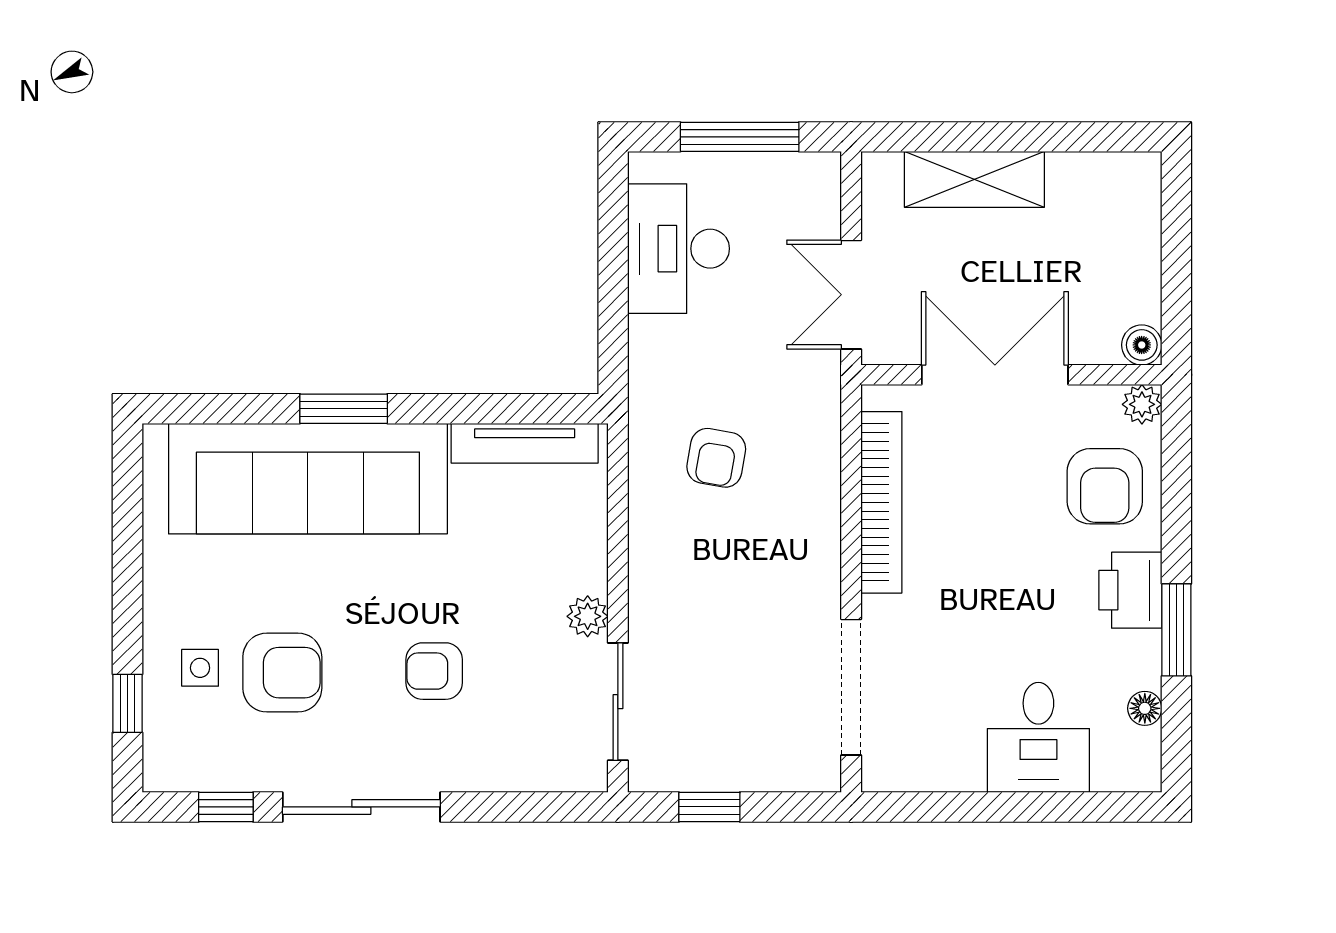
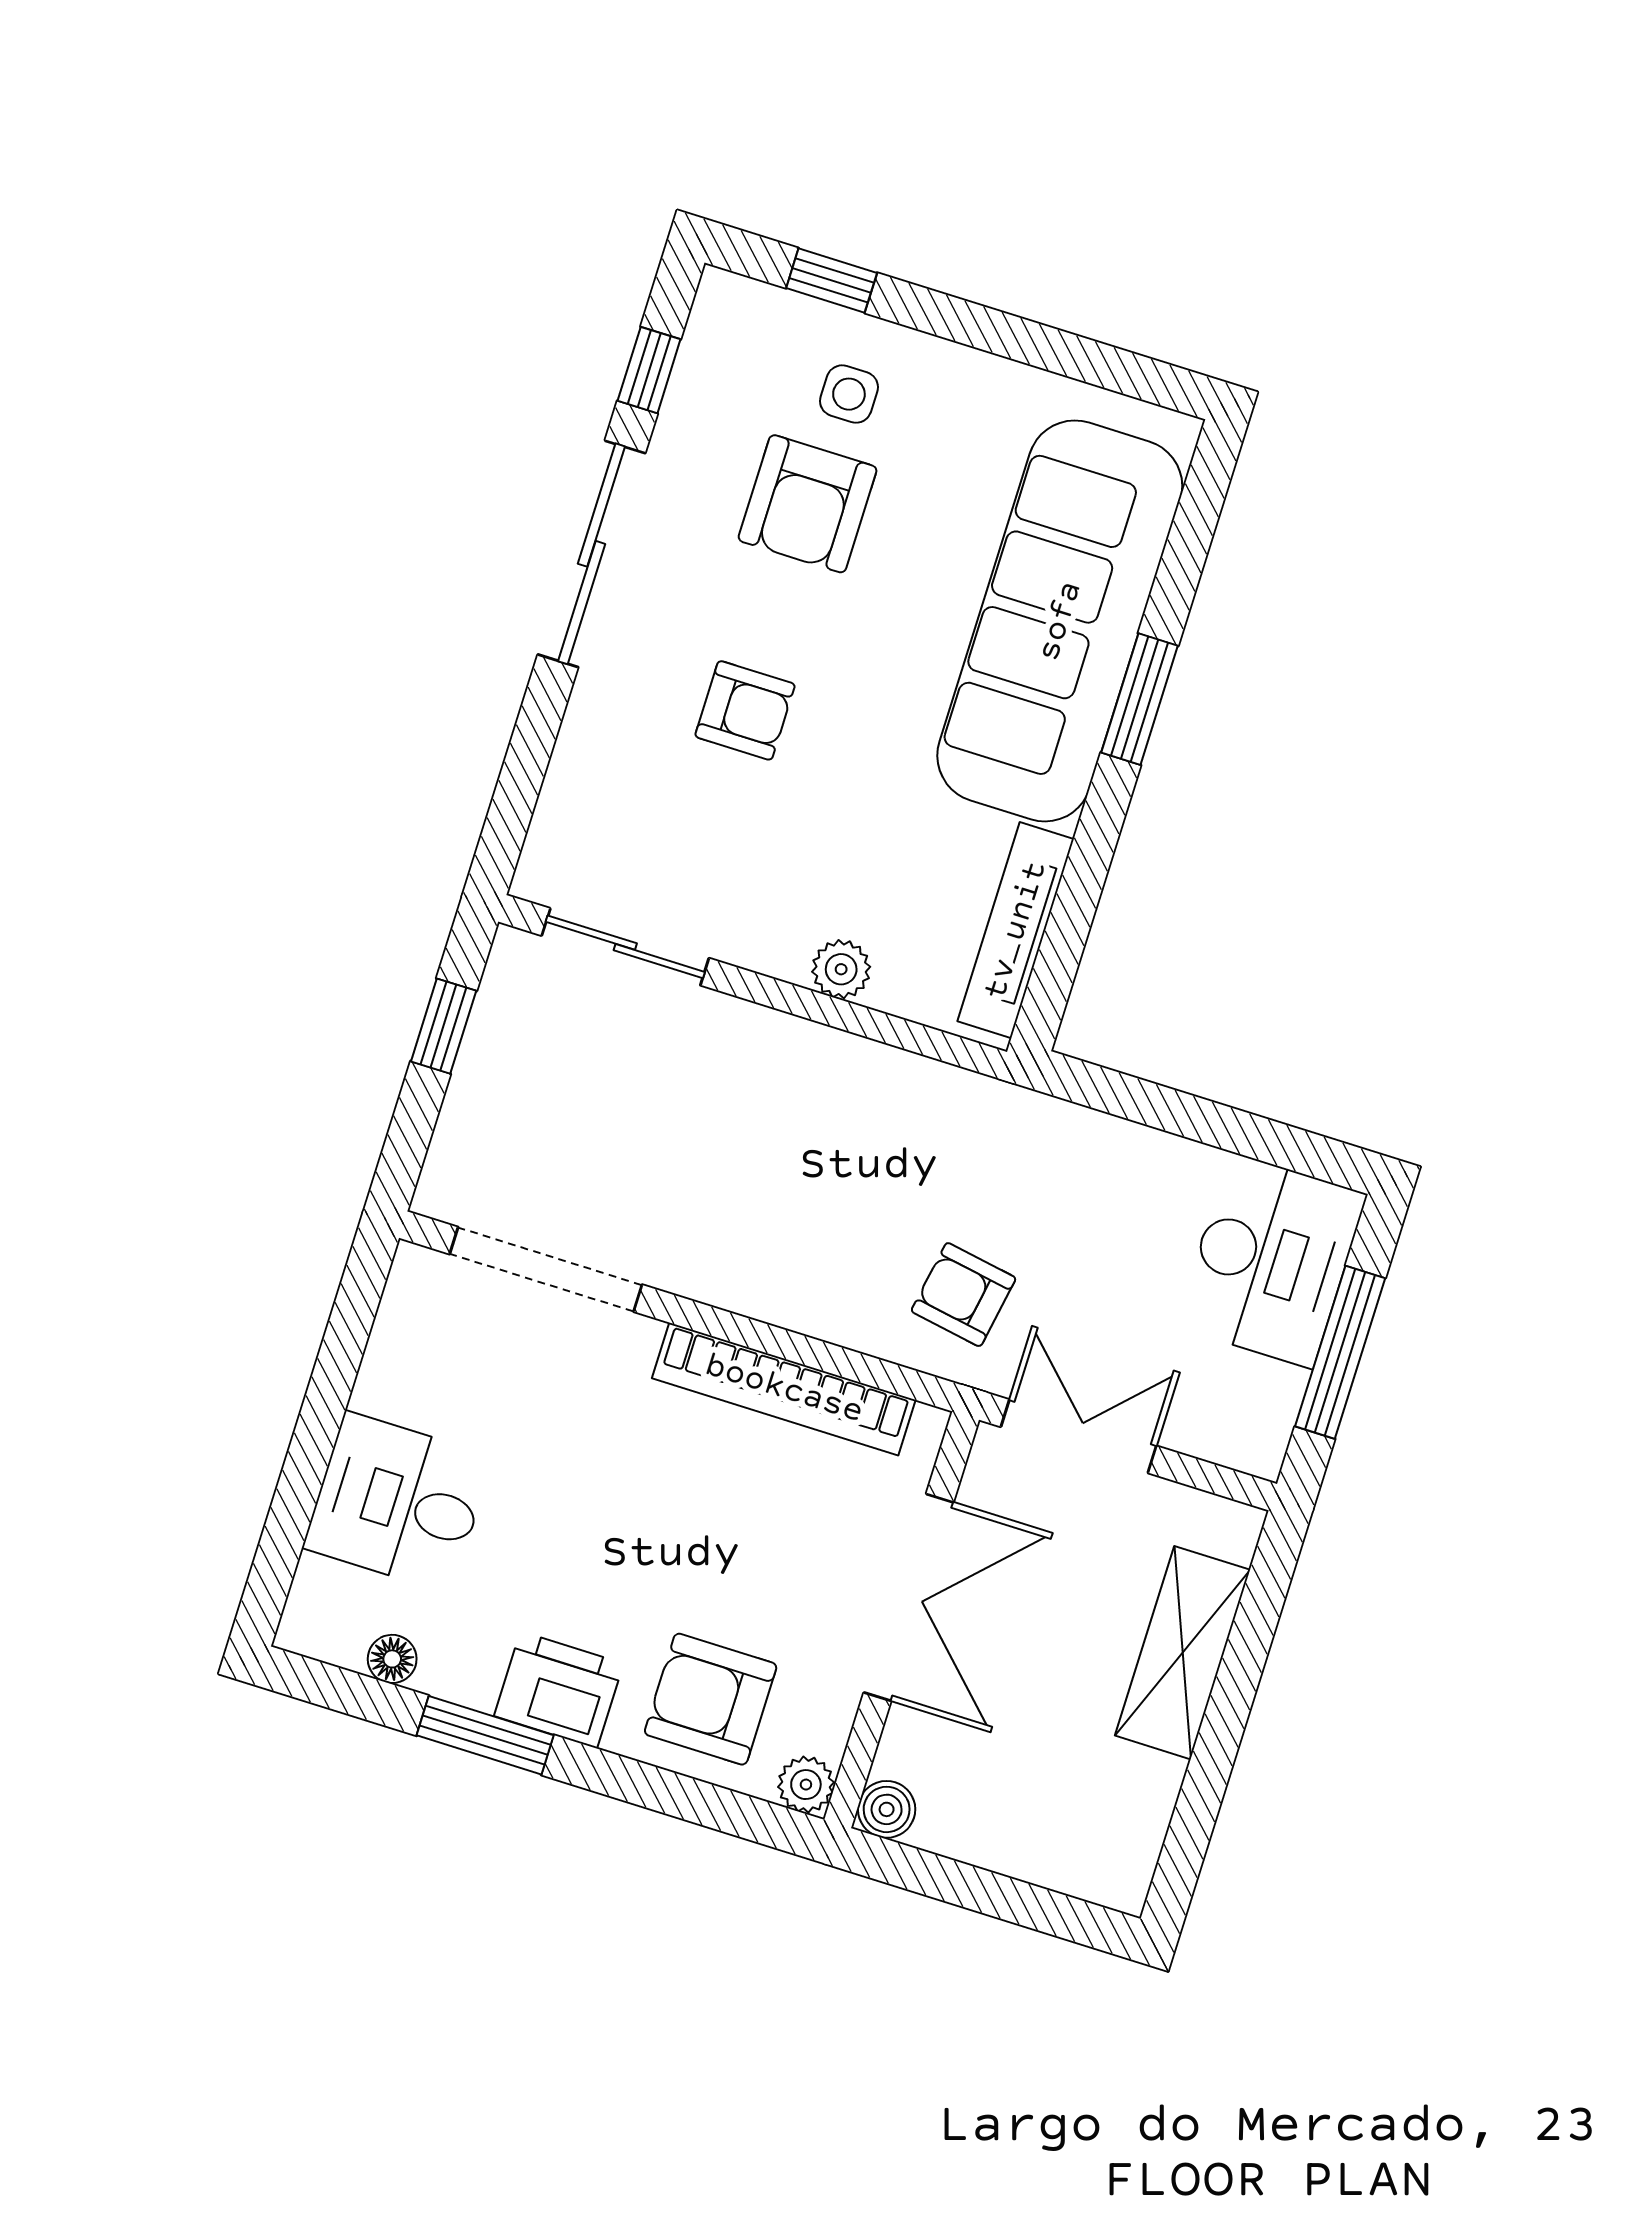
desk: (679, 249) -> (1271, 1260), moved, turned 90
armchair: (716, 458) -> (964, 1295), moved
plant: (588, 616) -> (841, 969), moved
armchair: (434, 671) -> (745, 710), turned 90

